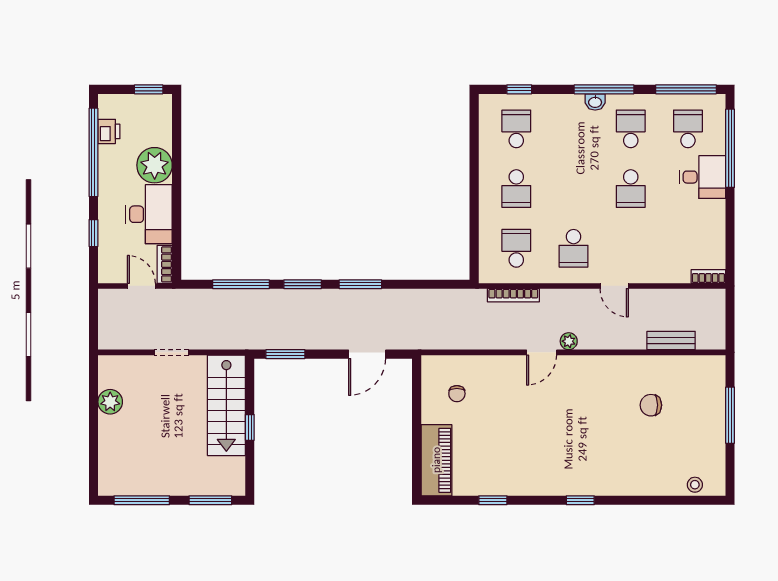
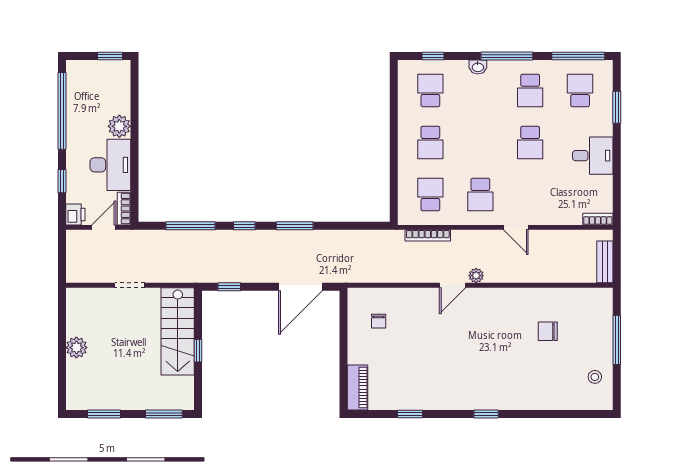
washbasin: (595, 102) -> (478, 67), moved
school desk: (631, 129) -> (530, 90), turned 180
printer: (109, 131) -> (75, 214), moved
window: (730, 148) -> (617, 107), width x0.47
plant: (155, 165) -> (119, 126), width x0.73, depth x0.73
desk: (703, 177) -> (593, 156), moved
window: (303, 284) -> (244, 226), width x0.67
door: (141, 286) -> (104, 227), hinge flipped
bench: (671, 340) -> (605, 262), moved, turned 90
window: (285, 354) -> (229, 287), width x0.67
door: (367, 354) -> (300, 287), width x1.36
plant: (110, 402) -> (76, 348), moved
piano: (436, 460) -> (358, 388), width x0.73, depth x0.75
stool: (695, 485) -> (595, 377), moved
window: (142, 500) -> (104, 414), width x0.69

